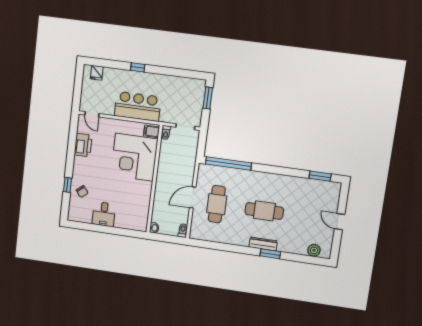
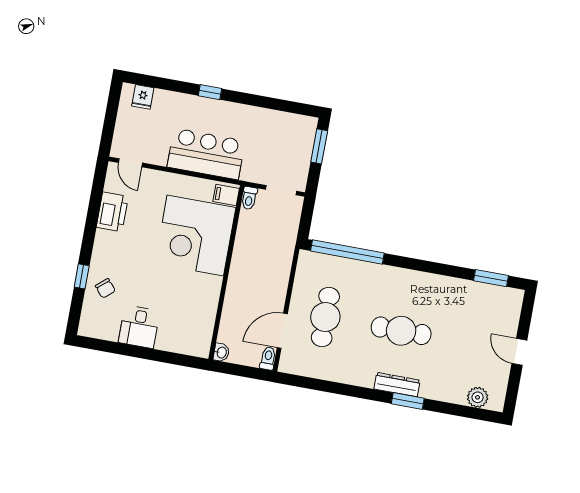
door: (193, 197) -> (282, 331), moved

